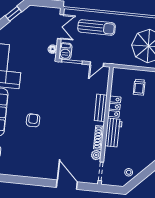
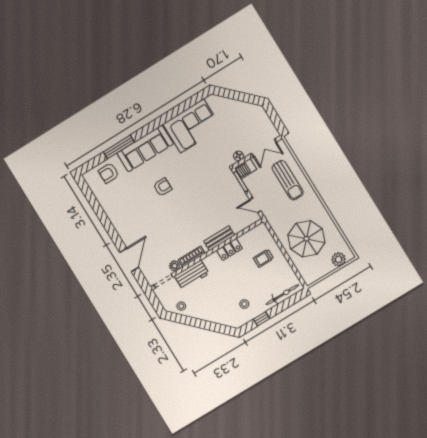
window: (13, 14) -> (243, 97), removed
workbench: (113, 133) -> (192, 275), moved

